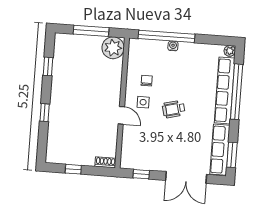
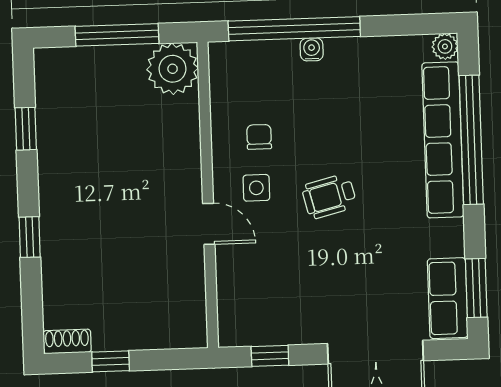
row of seats: (220, 150) -> (448, 298), width x0.68
shoe rack: (105, 162) -> (67, 341), moved

